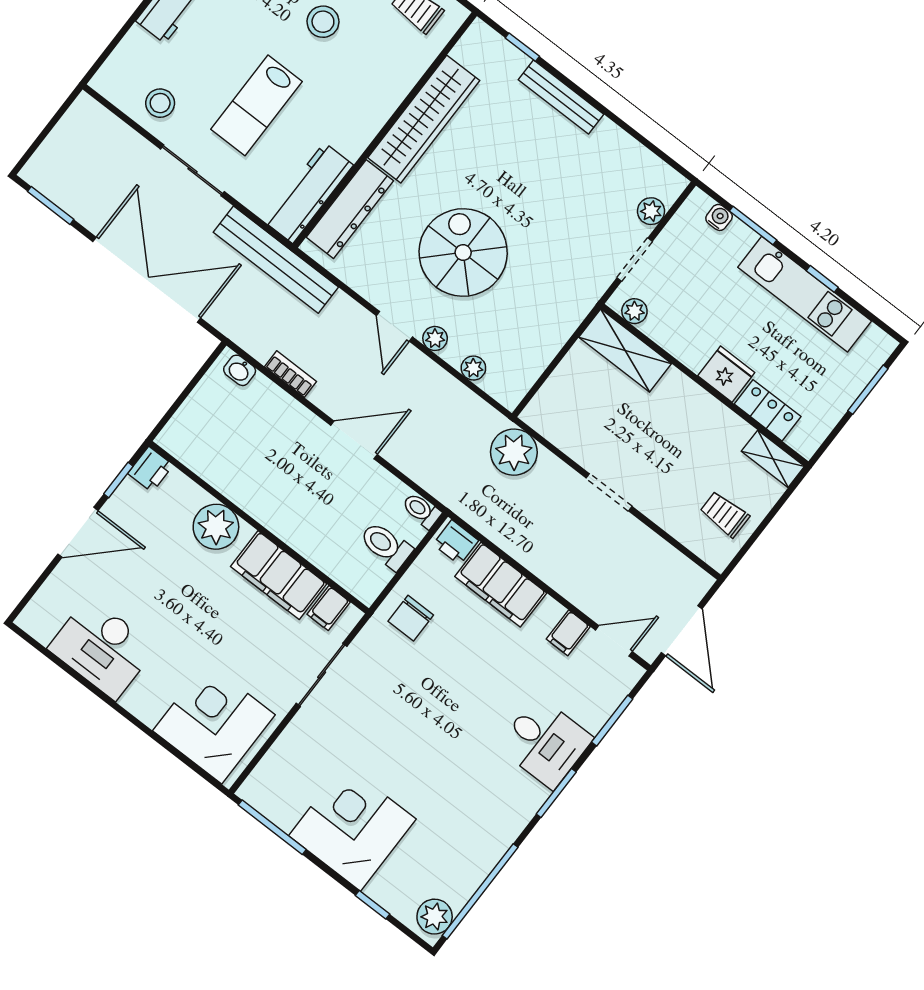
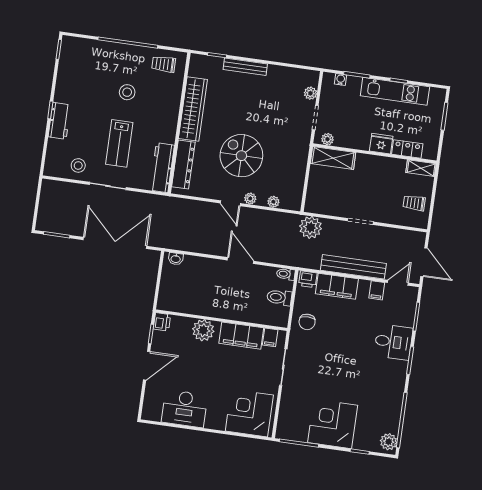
bench: (276, 260) -> (353, 267), moved
bookcase: (290, 374) -> (198, 248), removed
door: (354, 440) -> (240, 261), hinge flipped

